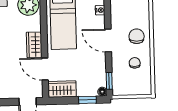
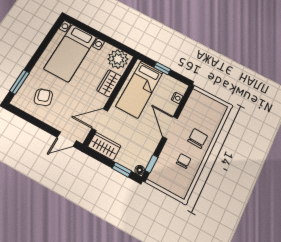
wardrobe: (34, 45) -> (109, 83), moved
door: (45, 69) -> (100, 120), hinge flipped

